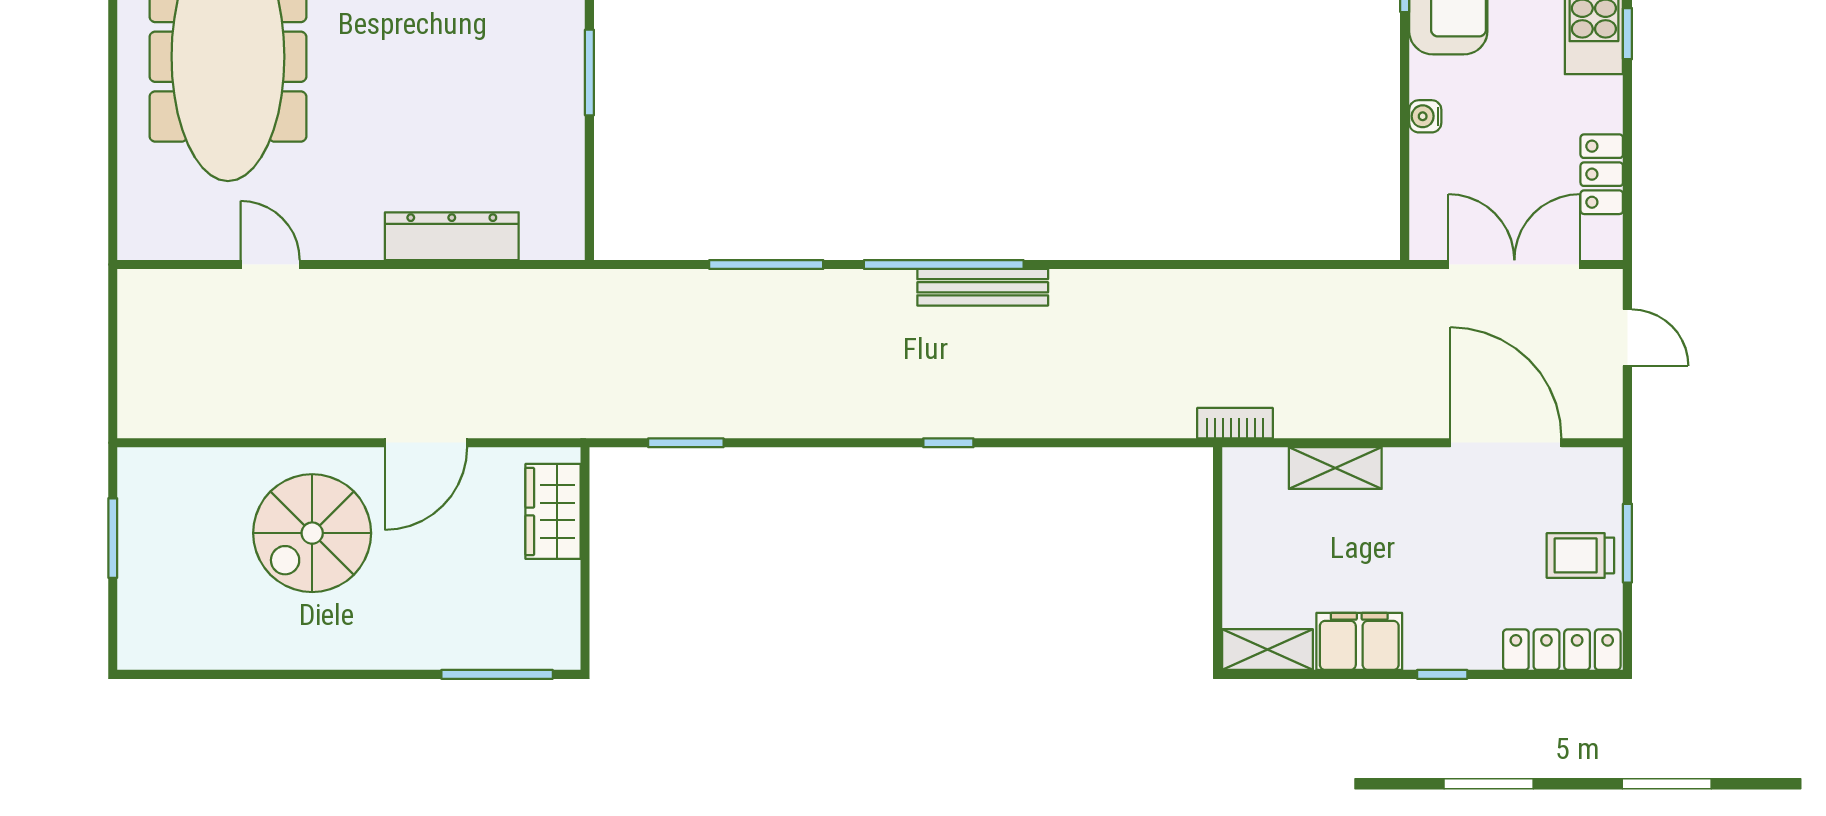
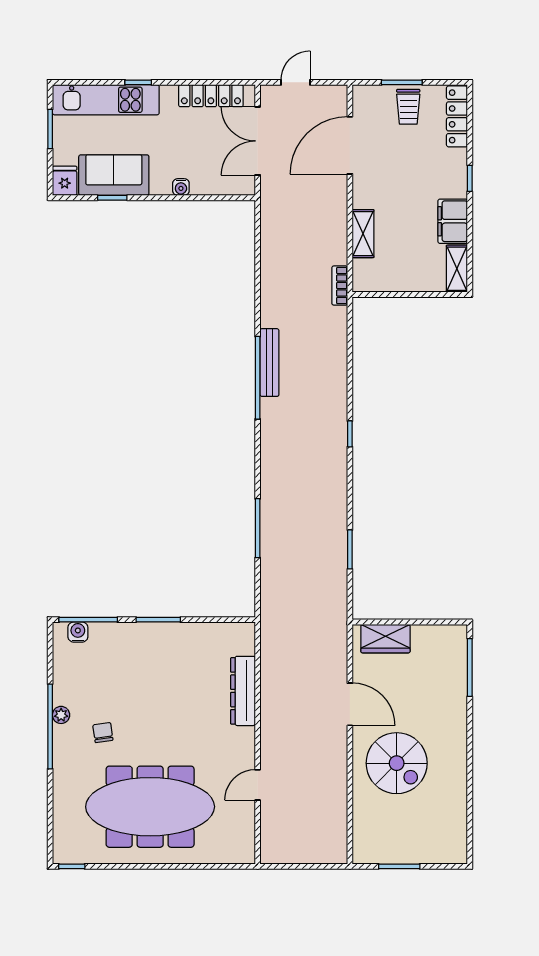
locker: (1602, 174) -> (211, 96), width x1.53
window: (944, 265) -> (258, 378), moved
bench: (983, 287) -> (269, 363), moved
window: (686, 443) -> (350, 549), moved

